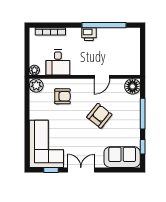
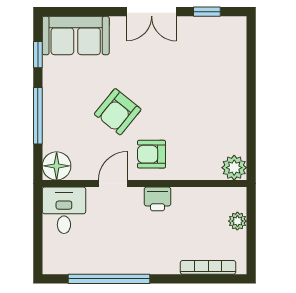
printer: (89, 34) -> (157, 199), moved, turned 180
desk: (58, 62) -> (64, 210), moved
plant: (34, 70) -> (237, 221), moved
armchair: (62, 96) -> (152, 154), moved
corner sofa: (46, 144) -> (215, 60), removed

